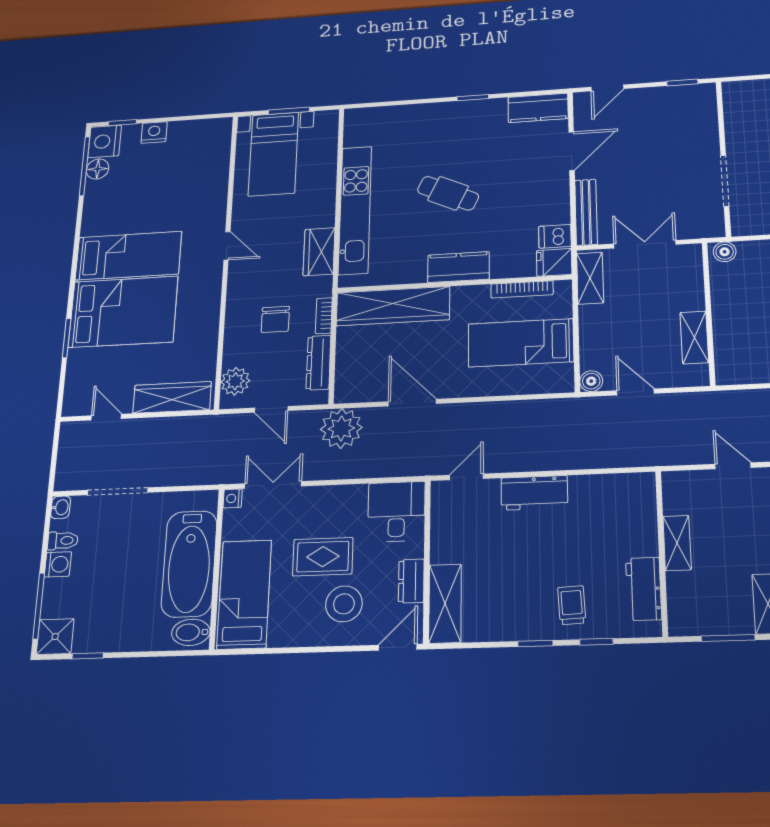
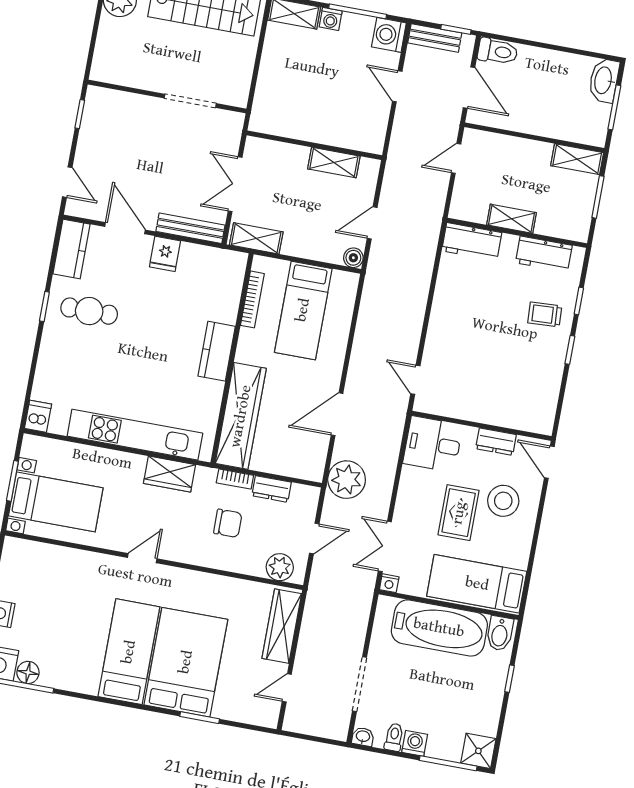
cafe table: (448, 193) -> (89, 311), moved, turned 65
dishwasher: (555, 236) -> (38, 416), moved, turned 180
boiler: (725, 252) -> (260, 118), removed
fridge: (554, 262) -> (165, 254), moved
dresser: (318, 363) -> (272, 489), width x0.70
workbench: (534, 493) -> (472, 242), moved, turned 90
shelving: (445, 604) -> (521, 417), removed
window: (88, 656) -> (510, 679), moved

